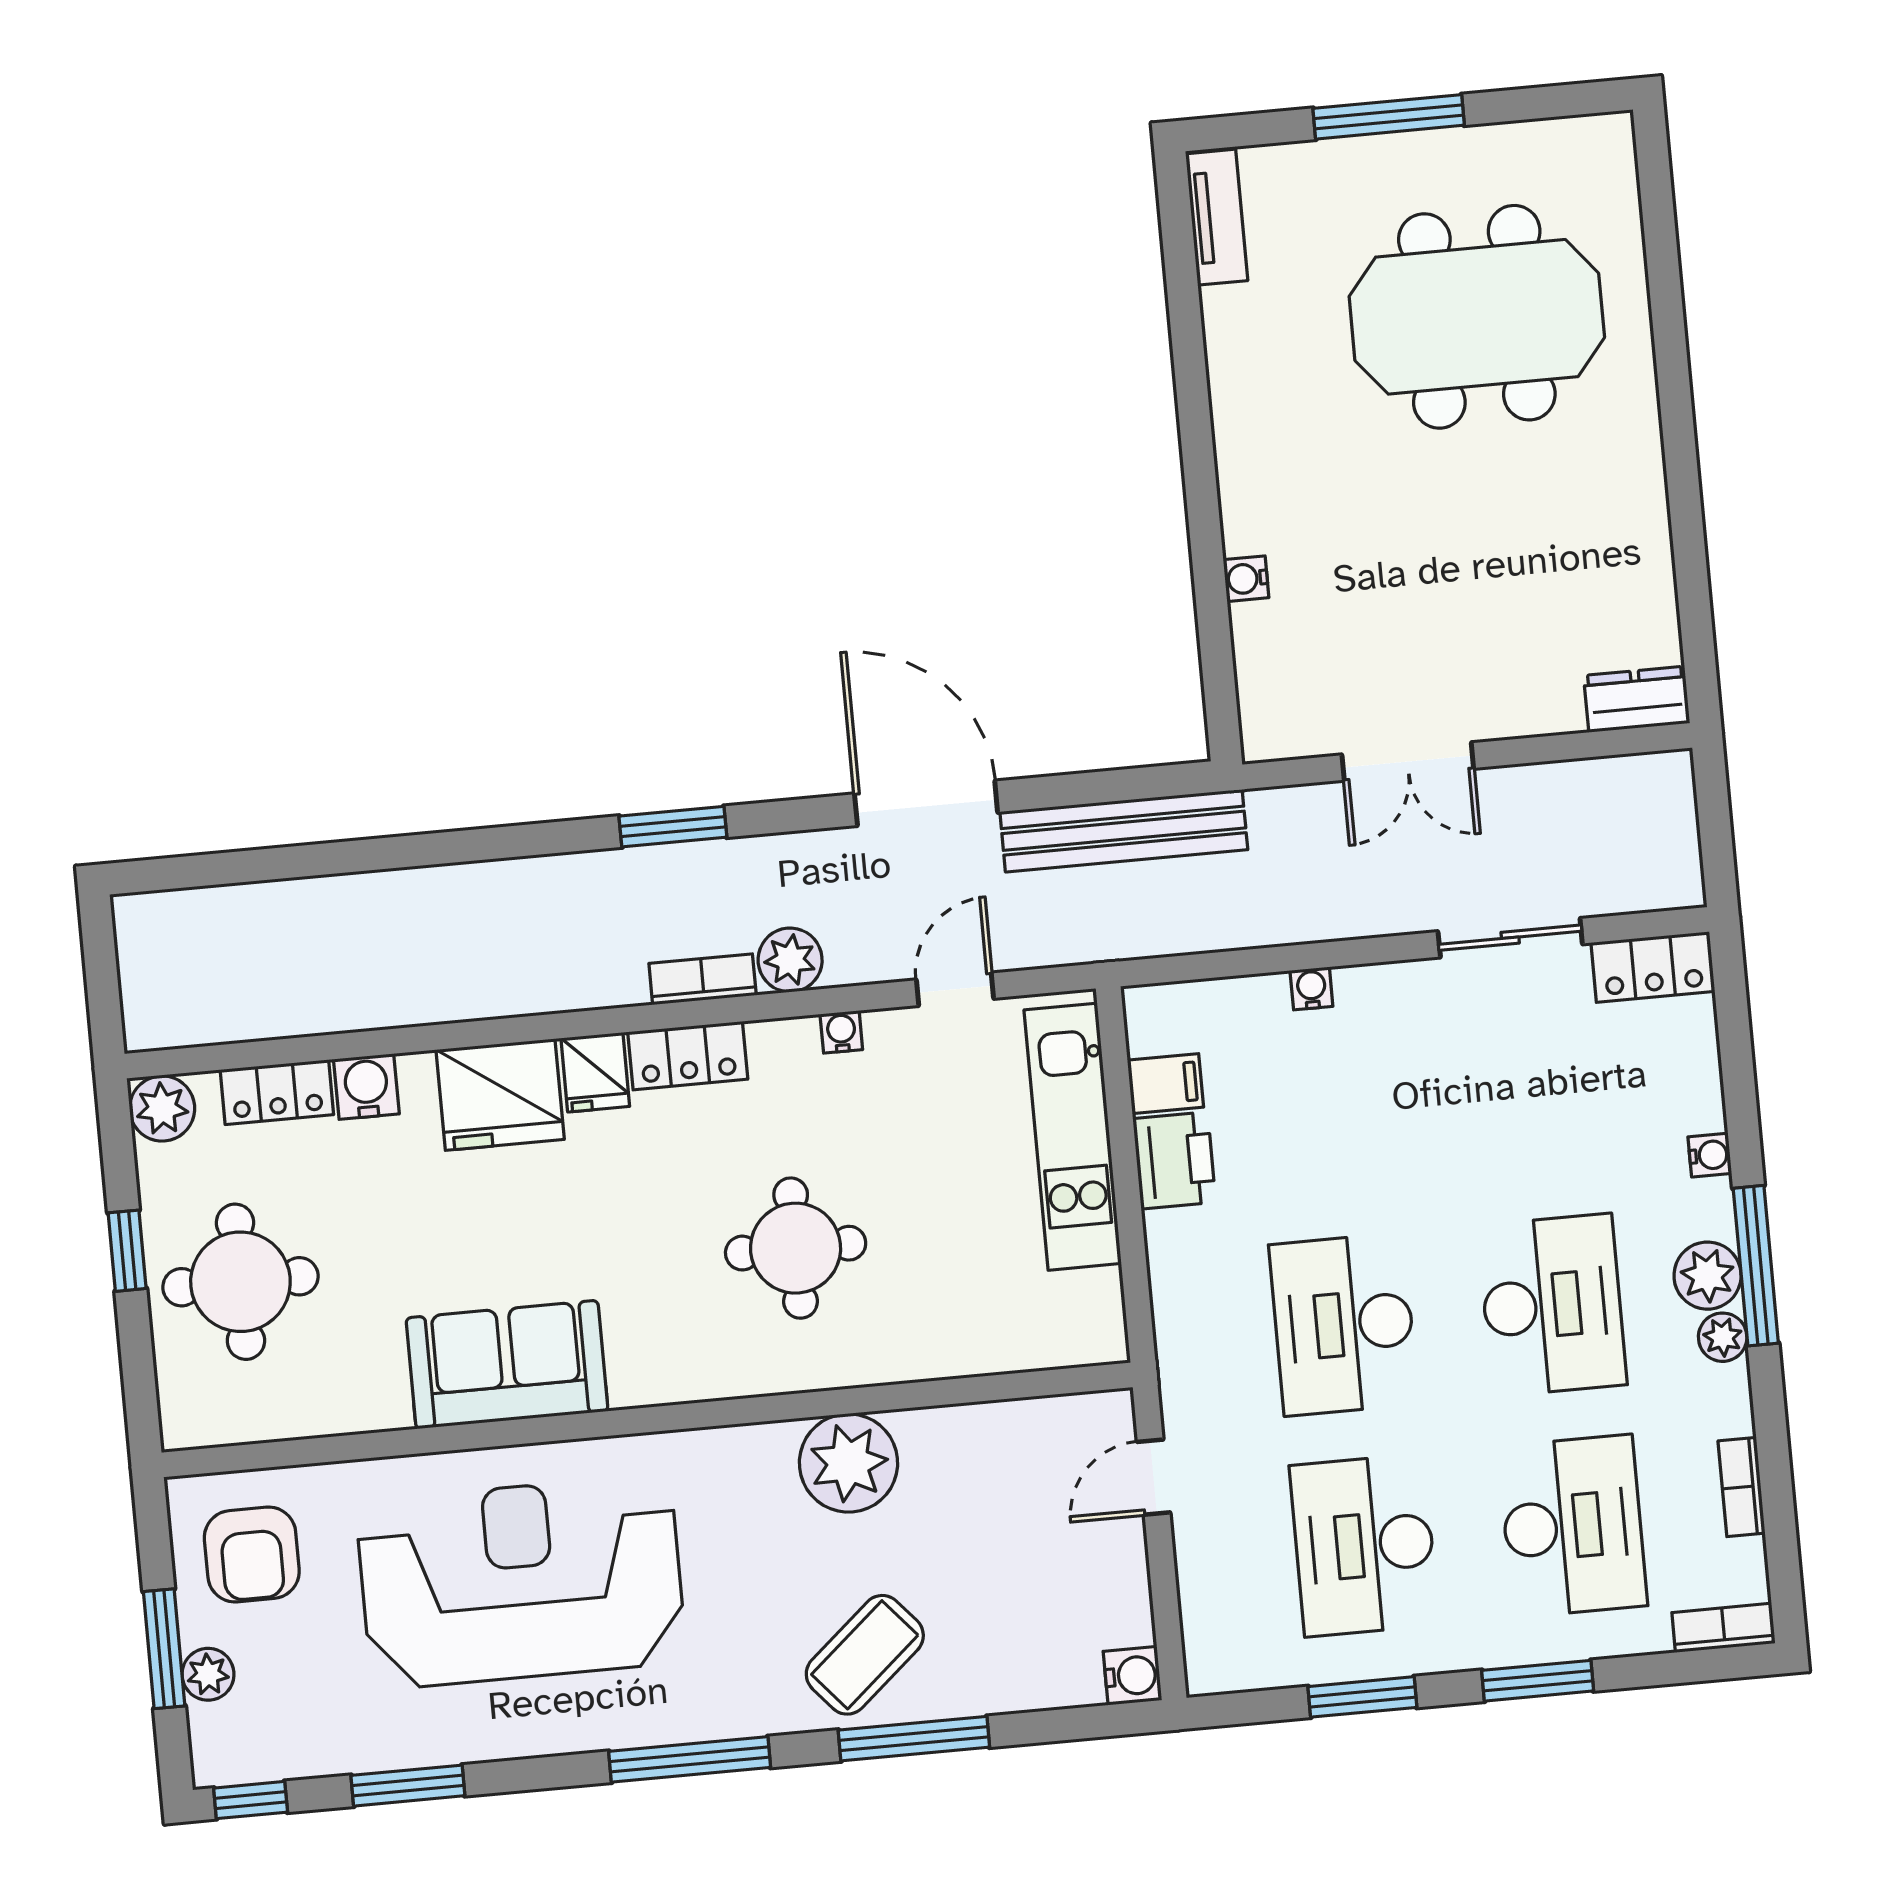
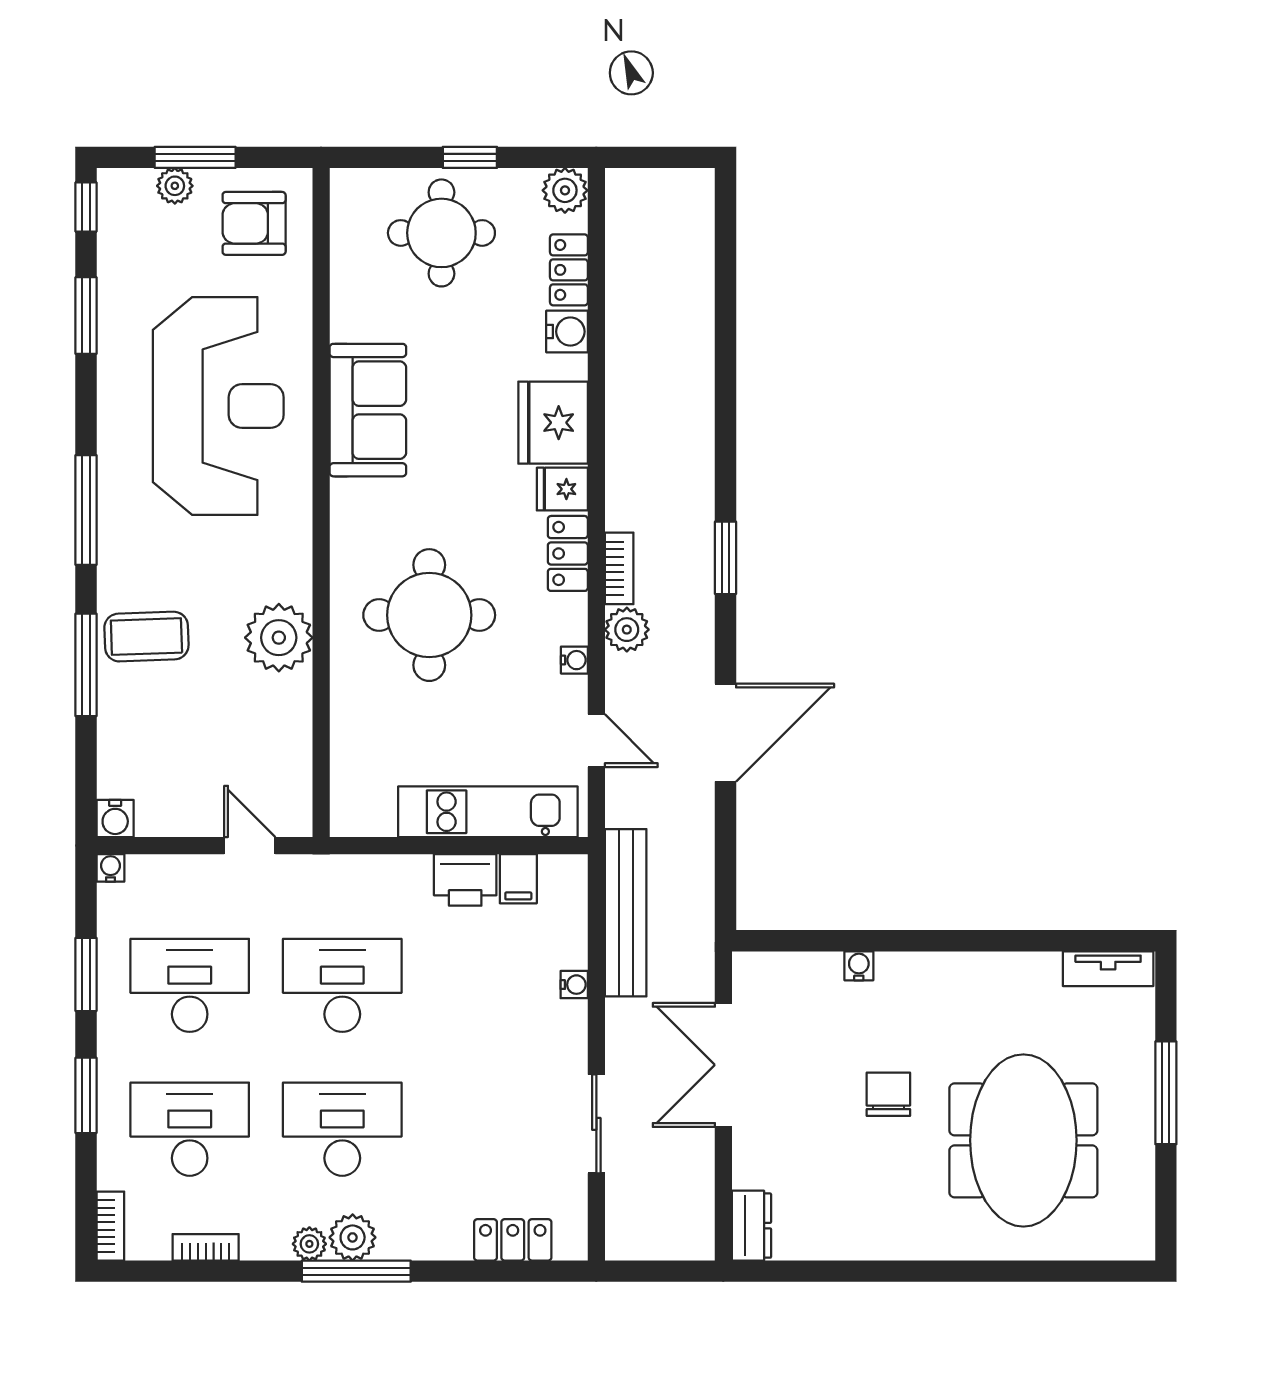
chair: (1428, 519) -> (888, 1094), added
double door: (1408, 762) -> (723, 1065), width x1.37
bench: (1124, 831) -> (626, 913), moved
locker: (1653, 967) -> (513, 1240), moved, turned 90
water cooler: (1710, 1155) -> (110, 868), moved, turned 180
round table: (796, 1248) -> (429, 615), width x1.36, depth x1.36
desk: (1552, 1305) -> (342, 1129), turned 180
desk: (1573, 1526) -> (190, 1129), turned 180
coffee table: (865, 1655) -> (146, 637), turned -51

